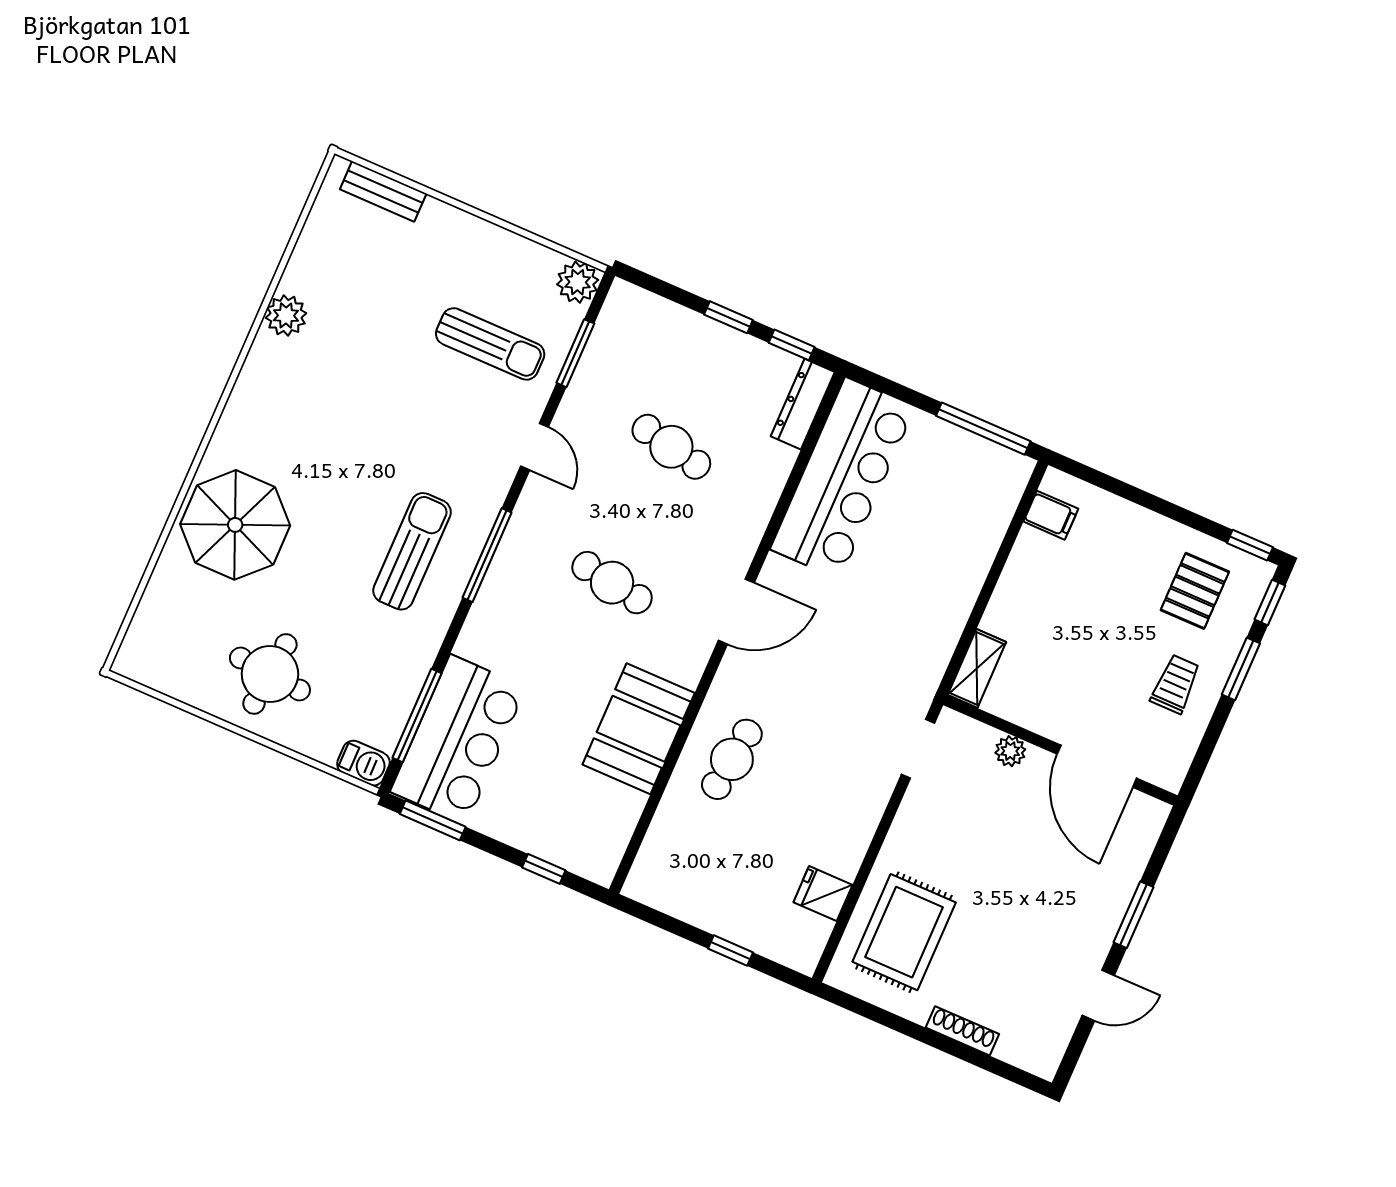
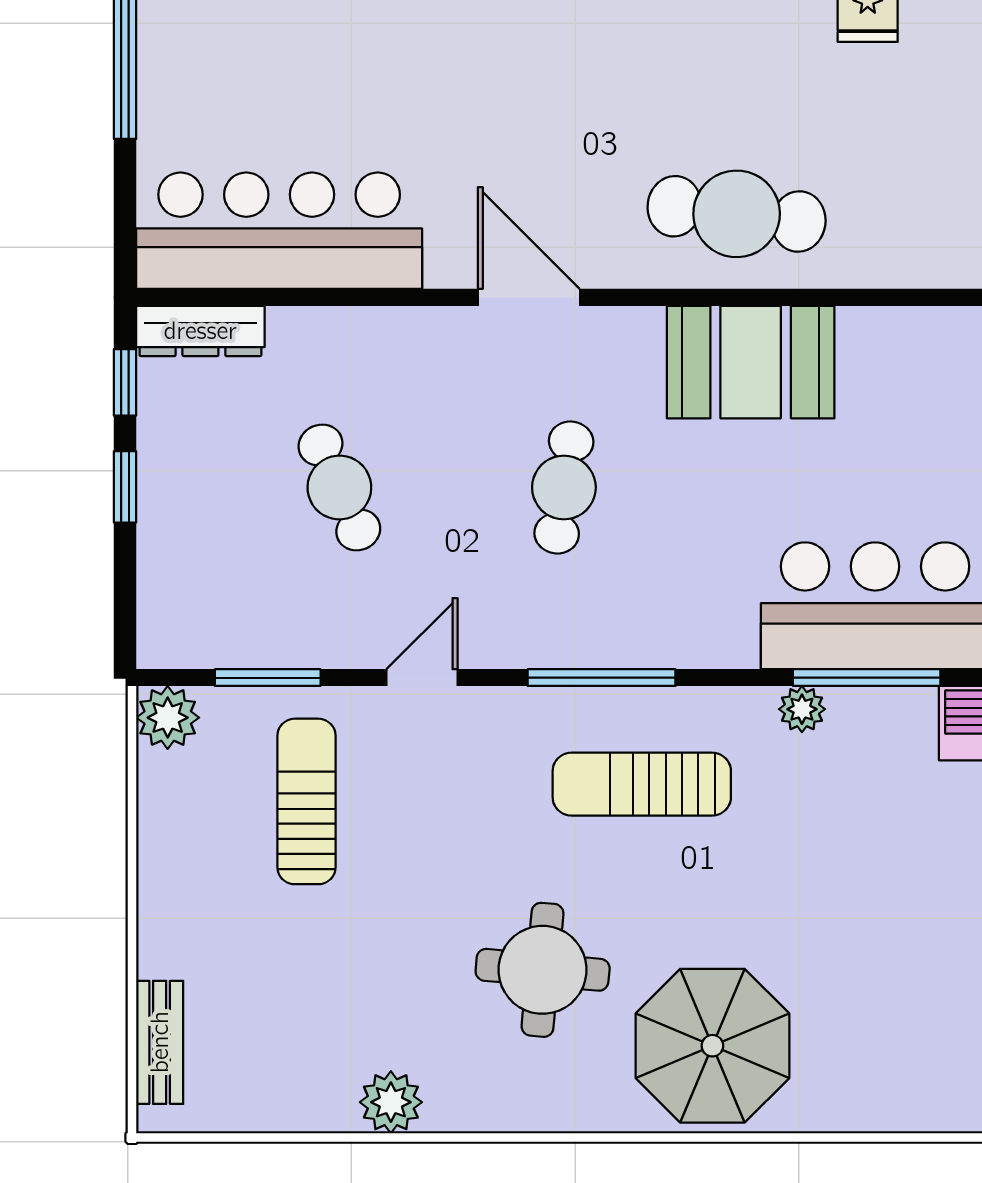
cafe table: (671, 447) -> (339, 487), turned -36
plant: (415, 668) -> (802, 709), added
round table: (270, 674) -> (543, 970), moved
cafe table: (732, 759) -> (737, 214), width x1.37, depth x1.35

